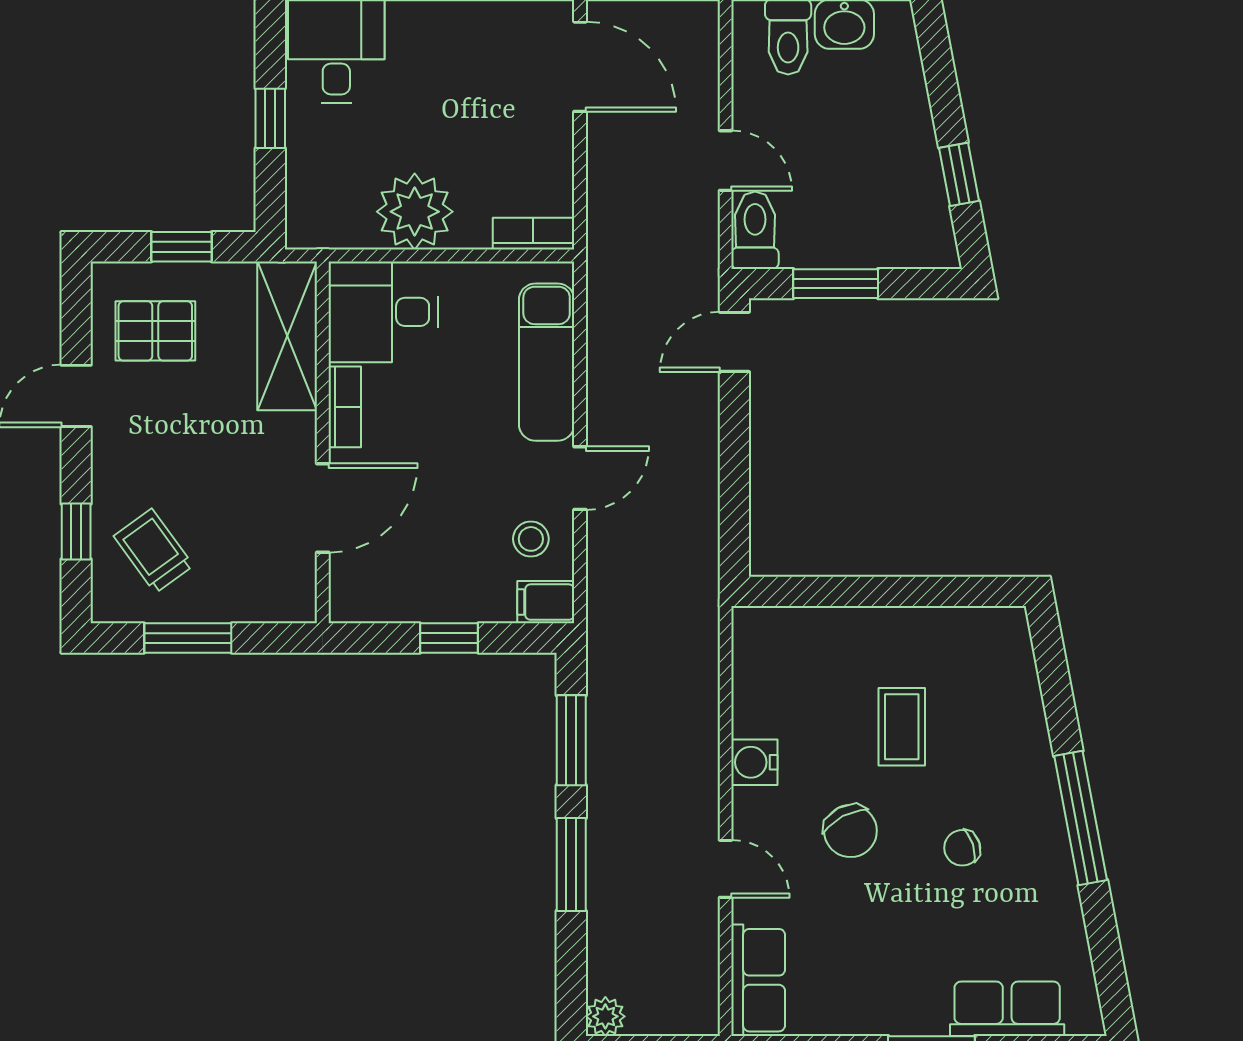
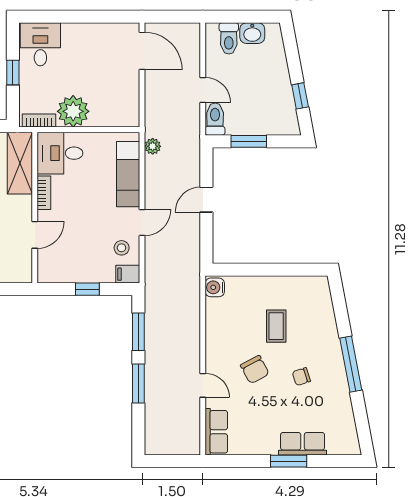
bookcase: (533, 234) -> (39, 121), moved
door: (734, 342) -> (206, 200), moved
door: (323, 508) -> (35, 235), width x0.73
water cooler: (754, 762) -> (215, 287), moved
row of seats: (1007, 1009) -> (303, 444), moved
plant: (605, 1016) -> (153, 146), moved

